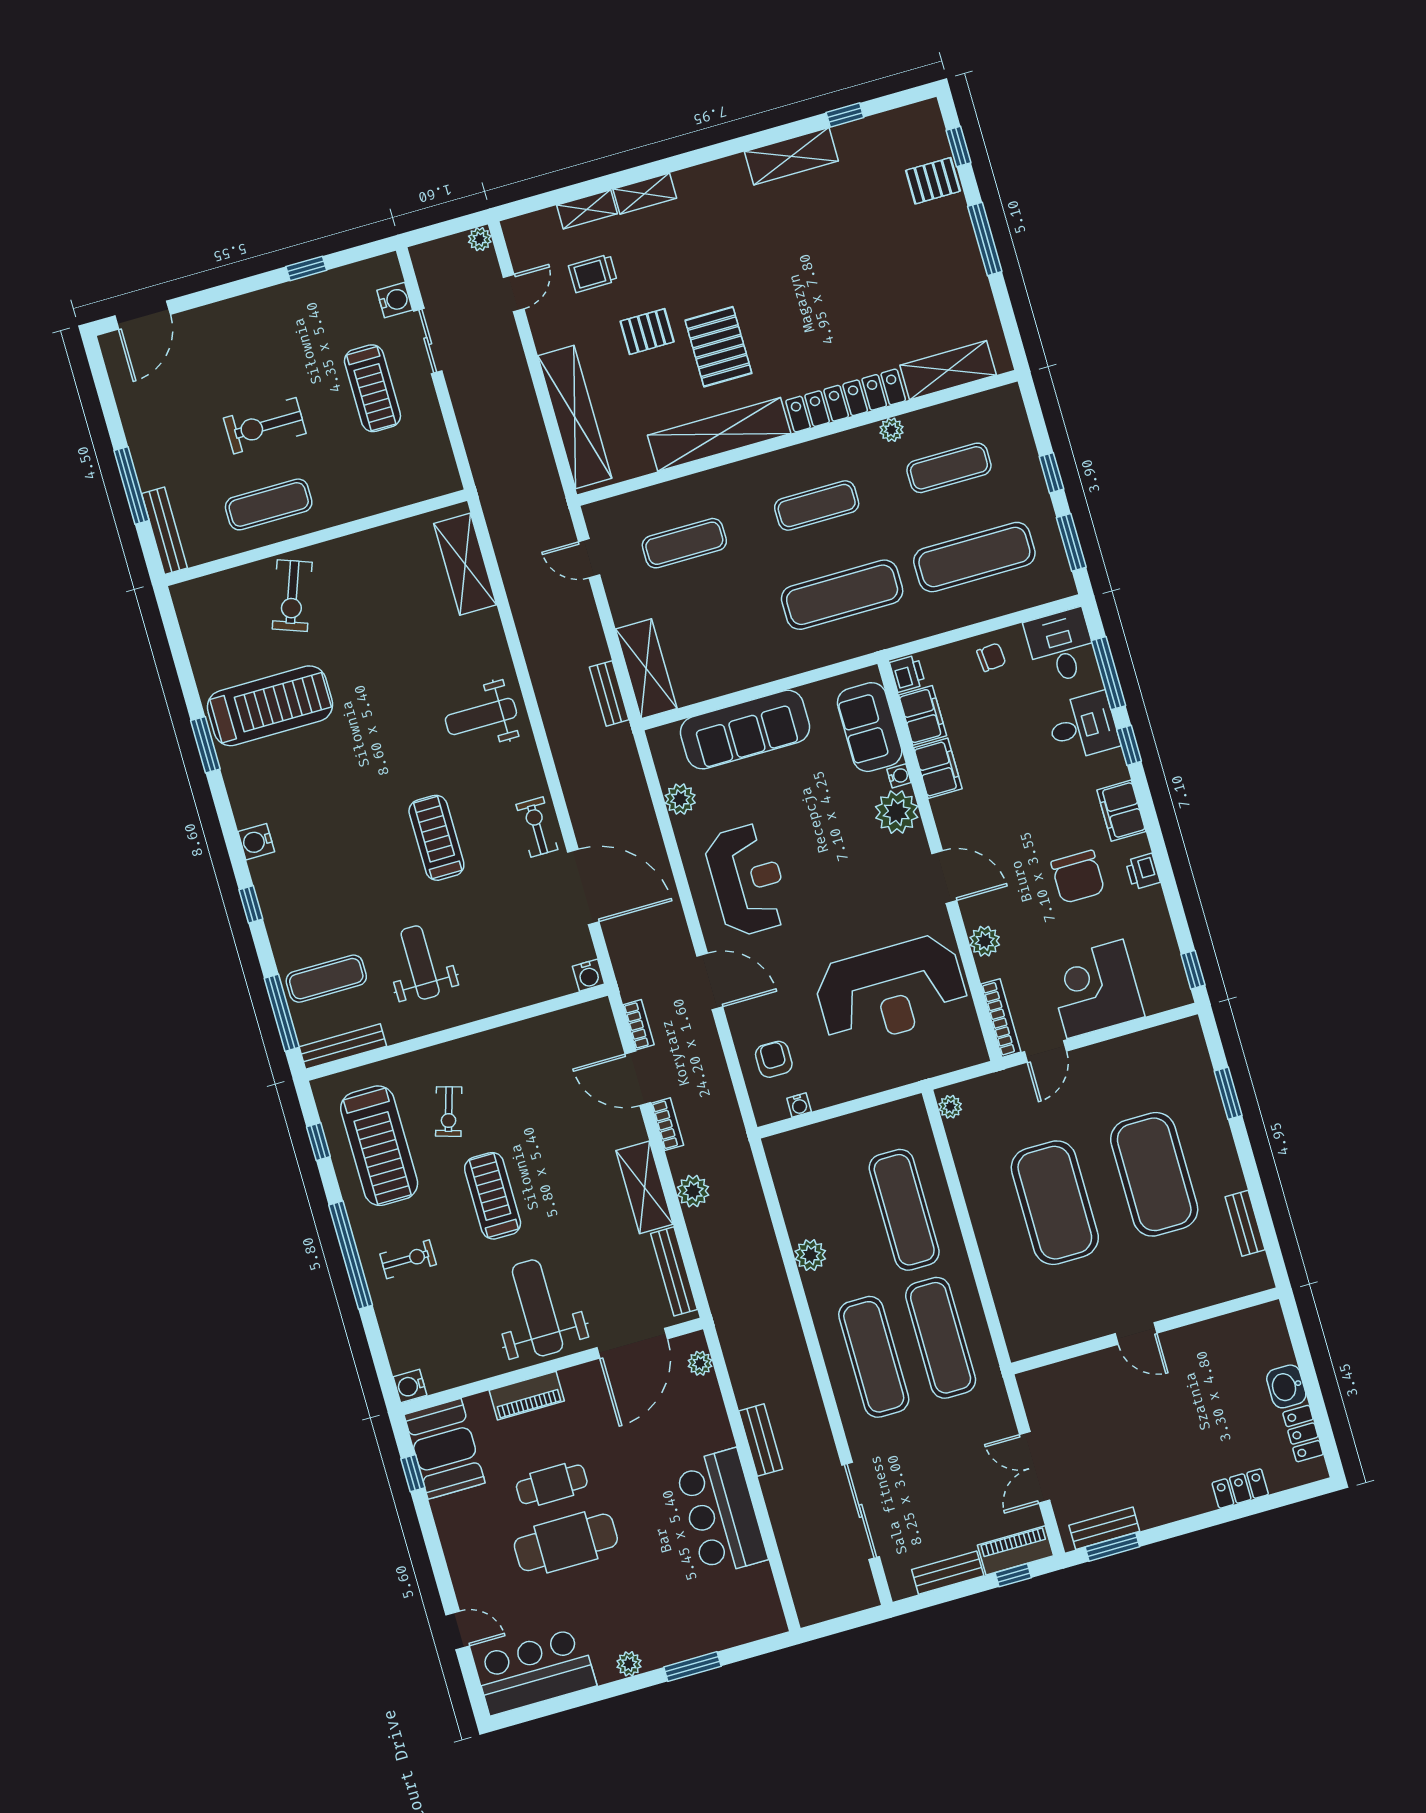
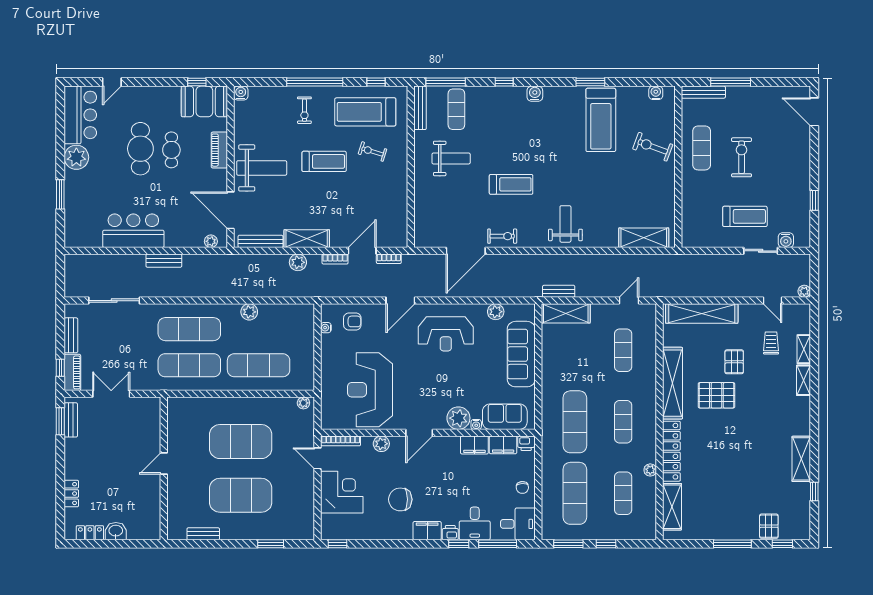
treadmill: (372, 388) -> (745, 216), turned 180
printer: (1143, 872) -> (450, 533), moved
water cooler: (589, 975) -> (656, 93), moved, turned 90
plant: (629, 1664) -> (76, 157), width x1.87, depth x1.87

